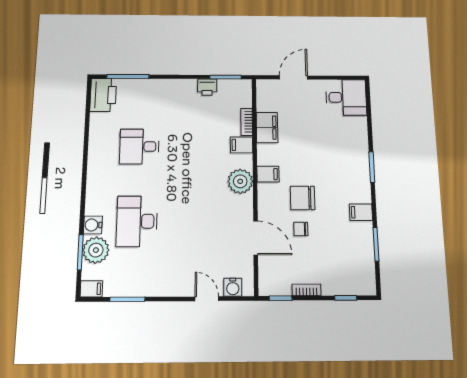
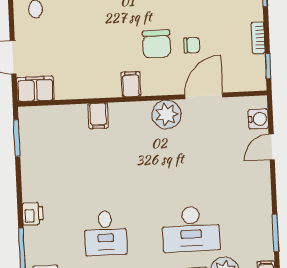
printer: (207, 87) -> (33, 214), moved
bookcase: (247, 122) -> (70, 111), removed
filing cabinet: (267, 128) -> (35, 89), moved
plant: (240, 181) -> (167, 114), moved
chair: (301, 229) -> (192, 45), turned -90

